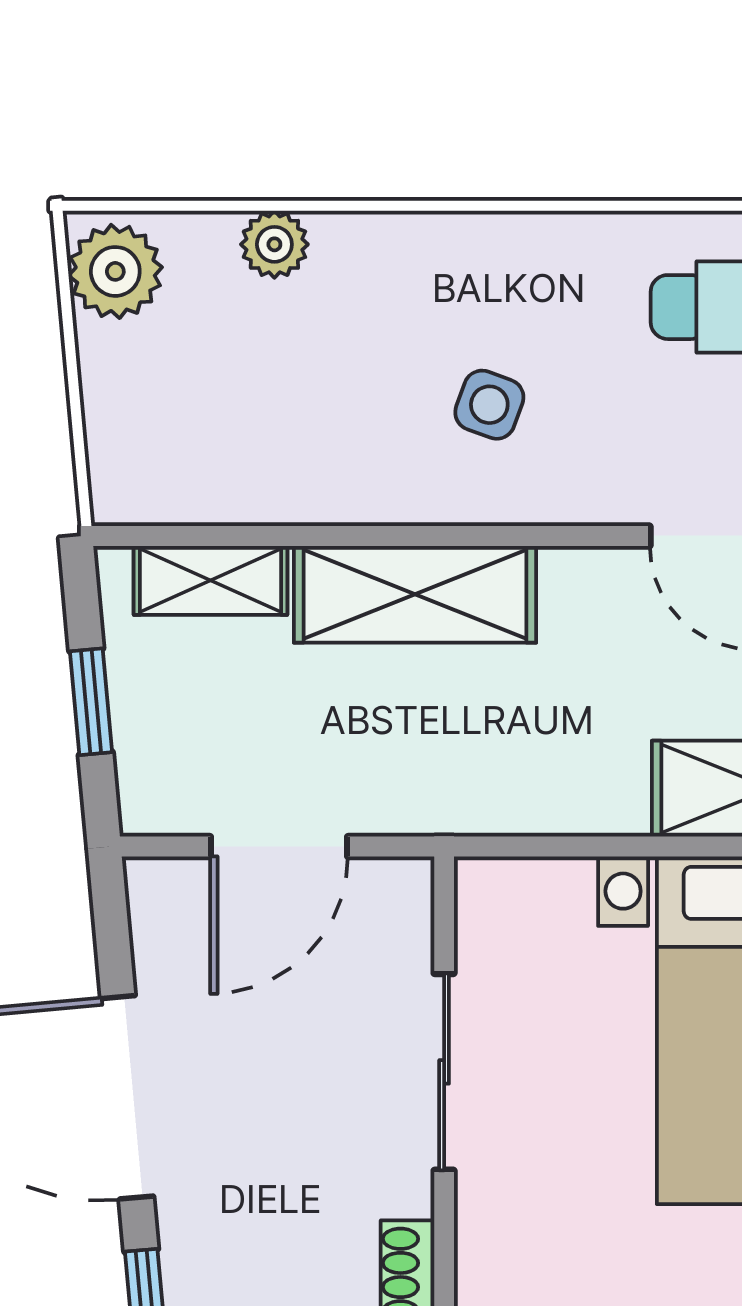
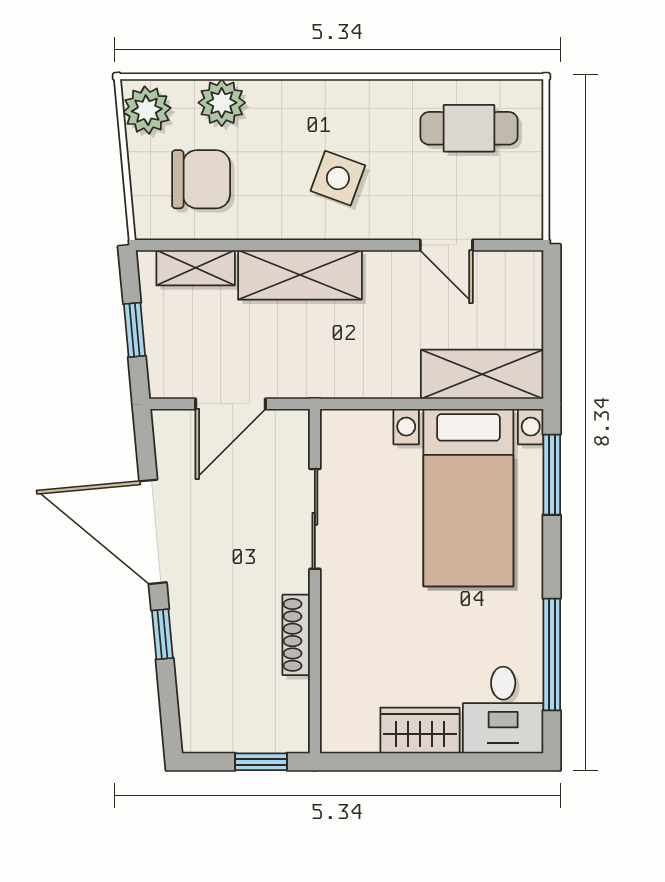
plant: (274, 244) -> (222, 103), width x1.38, depth x1.38
side table: (489, 405) -> (338, 178), width x1.37, depth x1.37
chair: (221, 407) -> (201, 179), added

